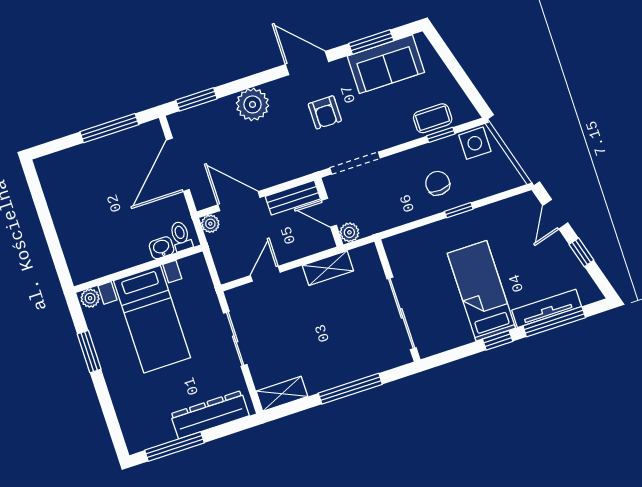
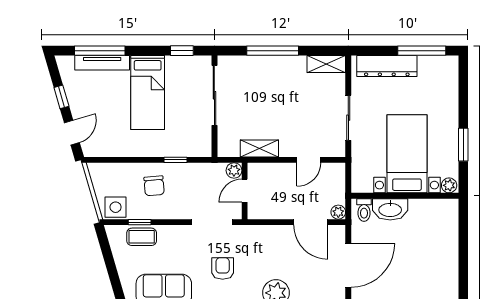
bench: (293, 198) -> (268, 211), removed
window: (459, 210) -> (175, 160), moved
door: (329, 213) -> (245, 191), swing flipped
washbasin: (162, 248) -> (390, 209), width x1.91, depth x1.45
window: (498, 340) -> (182, 51), moved

